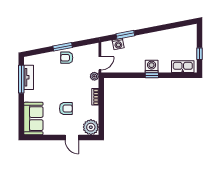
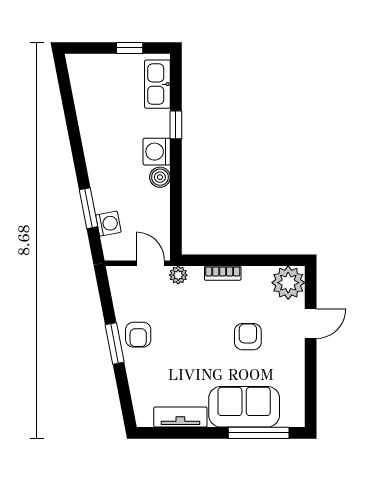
boiler: (140, 68) -> (160, 177), added
window: (152, 75) -> (176, 125), moved
window: (21, 79) -> (259, 433), moved
sofa: (33, 119) -> (244, 407), moved

